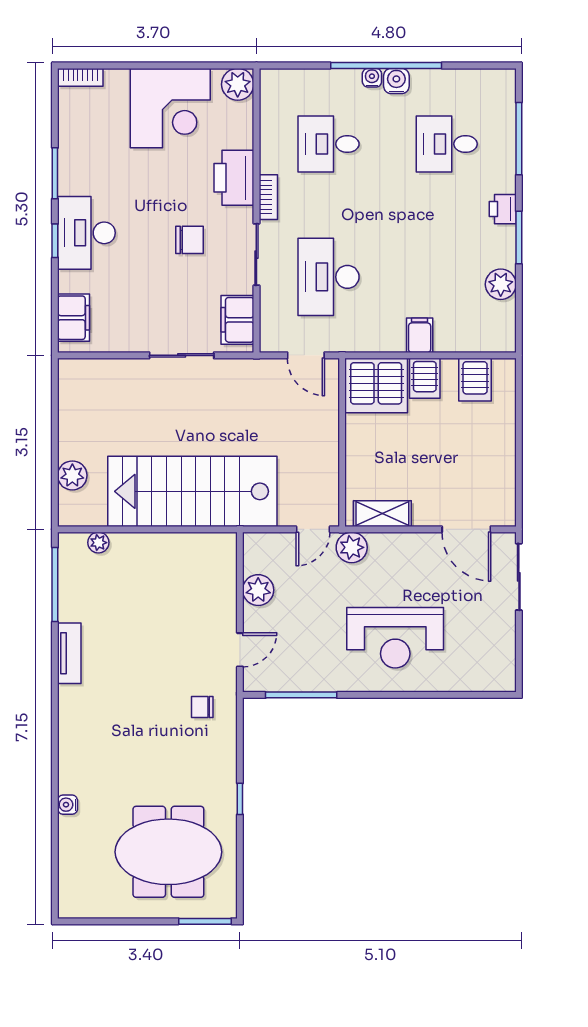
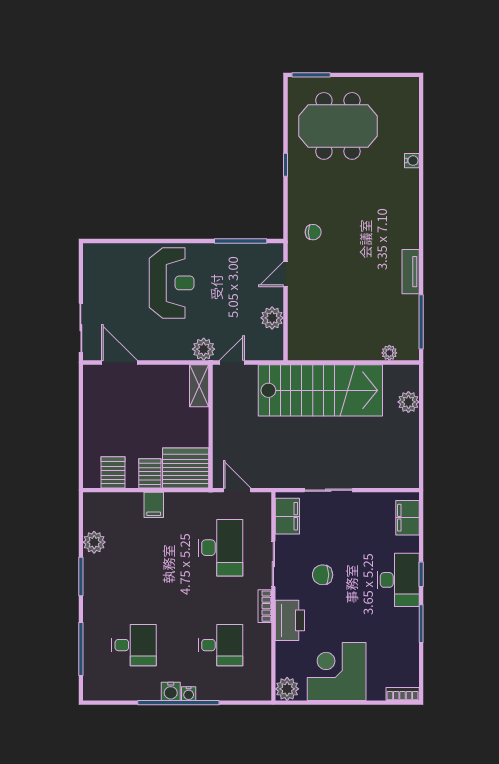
printer: (503, 209) -> (93, 597), removed
shelving: (382, 514) -> (199, 386), moved, turned 90
reception desk: (395, 638) -> (172, 283), turned 90

